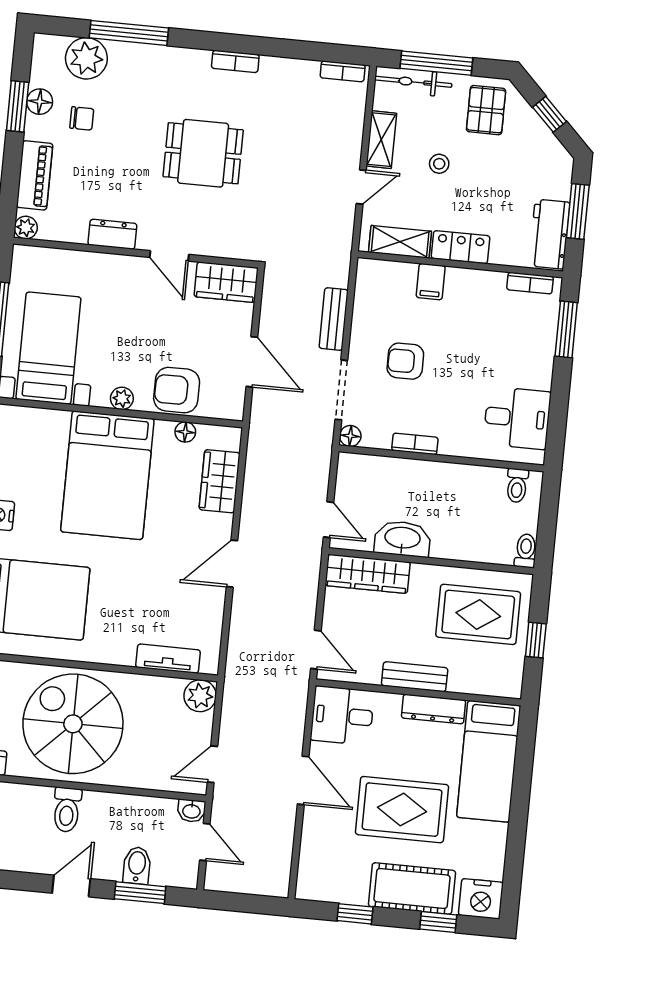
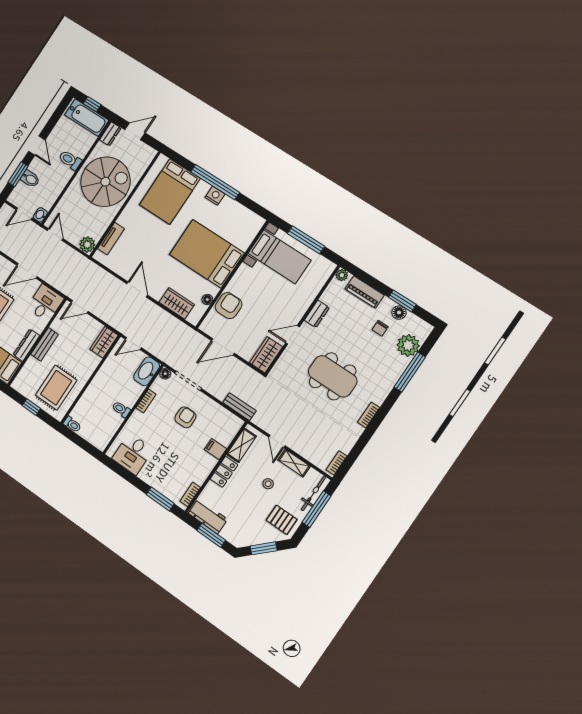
window: (549, 114) -> (264, 548), width x1.50
dining table: (203, 153) -> (333, 376), width x1.38
bench: (334, 319) -> (239, 407), moved
plant: (122, 398) -> (238, 279), removed
toilet: (517, 485) -> (121, 409), moved
washbasin: (402, 539) -> (147, 371), moved, turned 180
wardrobe: (368, 574) -> (104, 342), width x0.67

